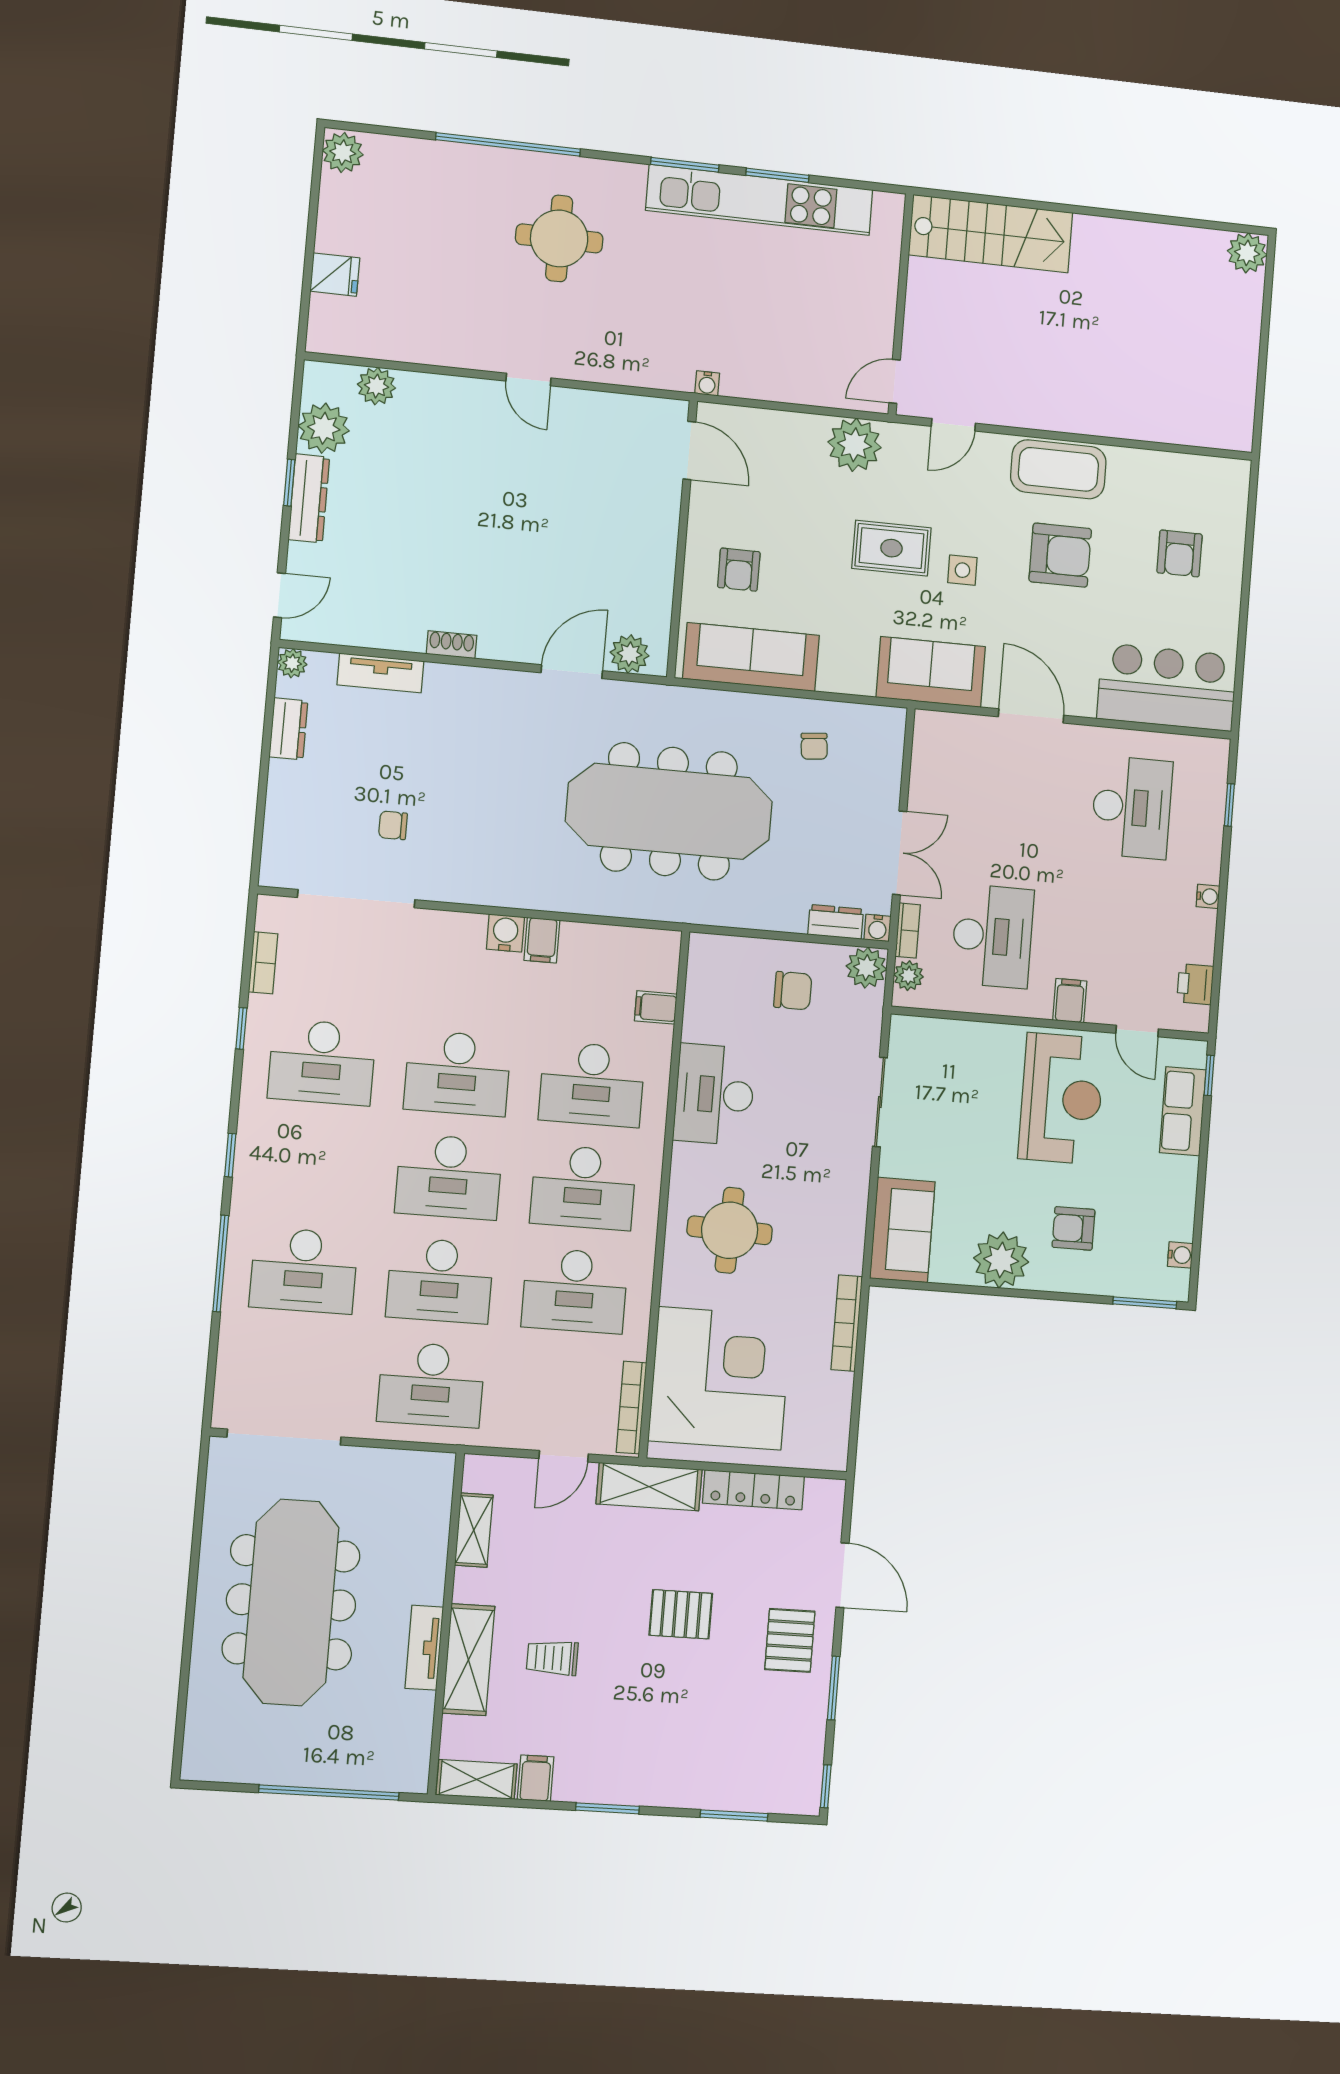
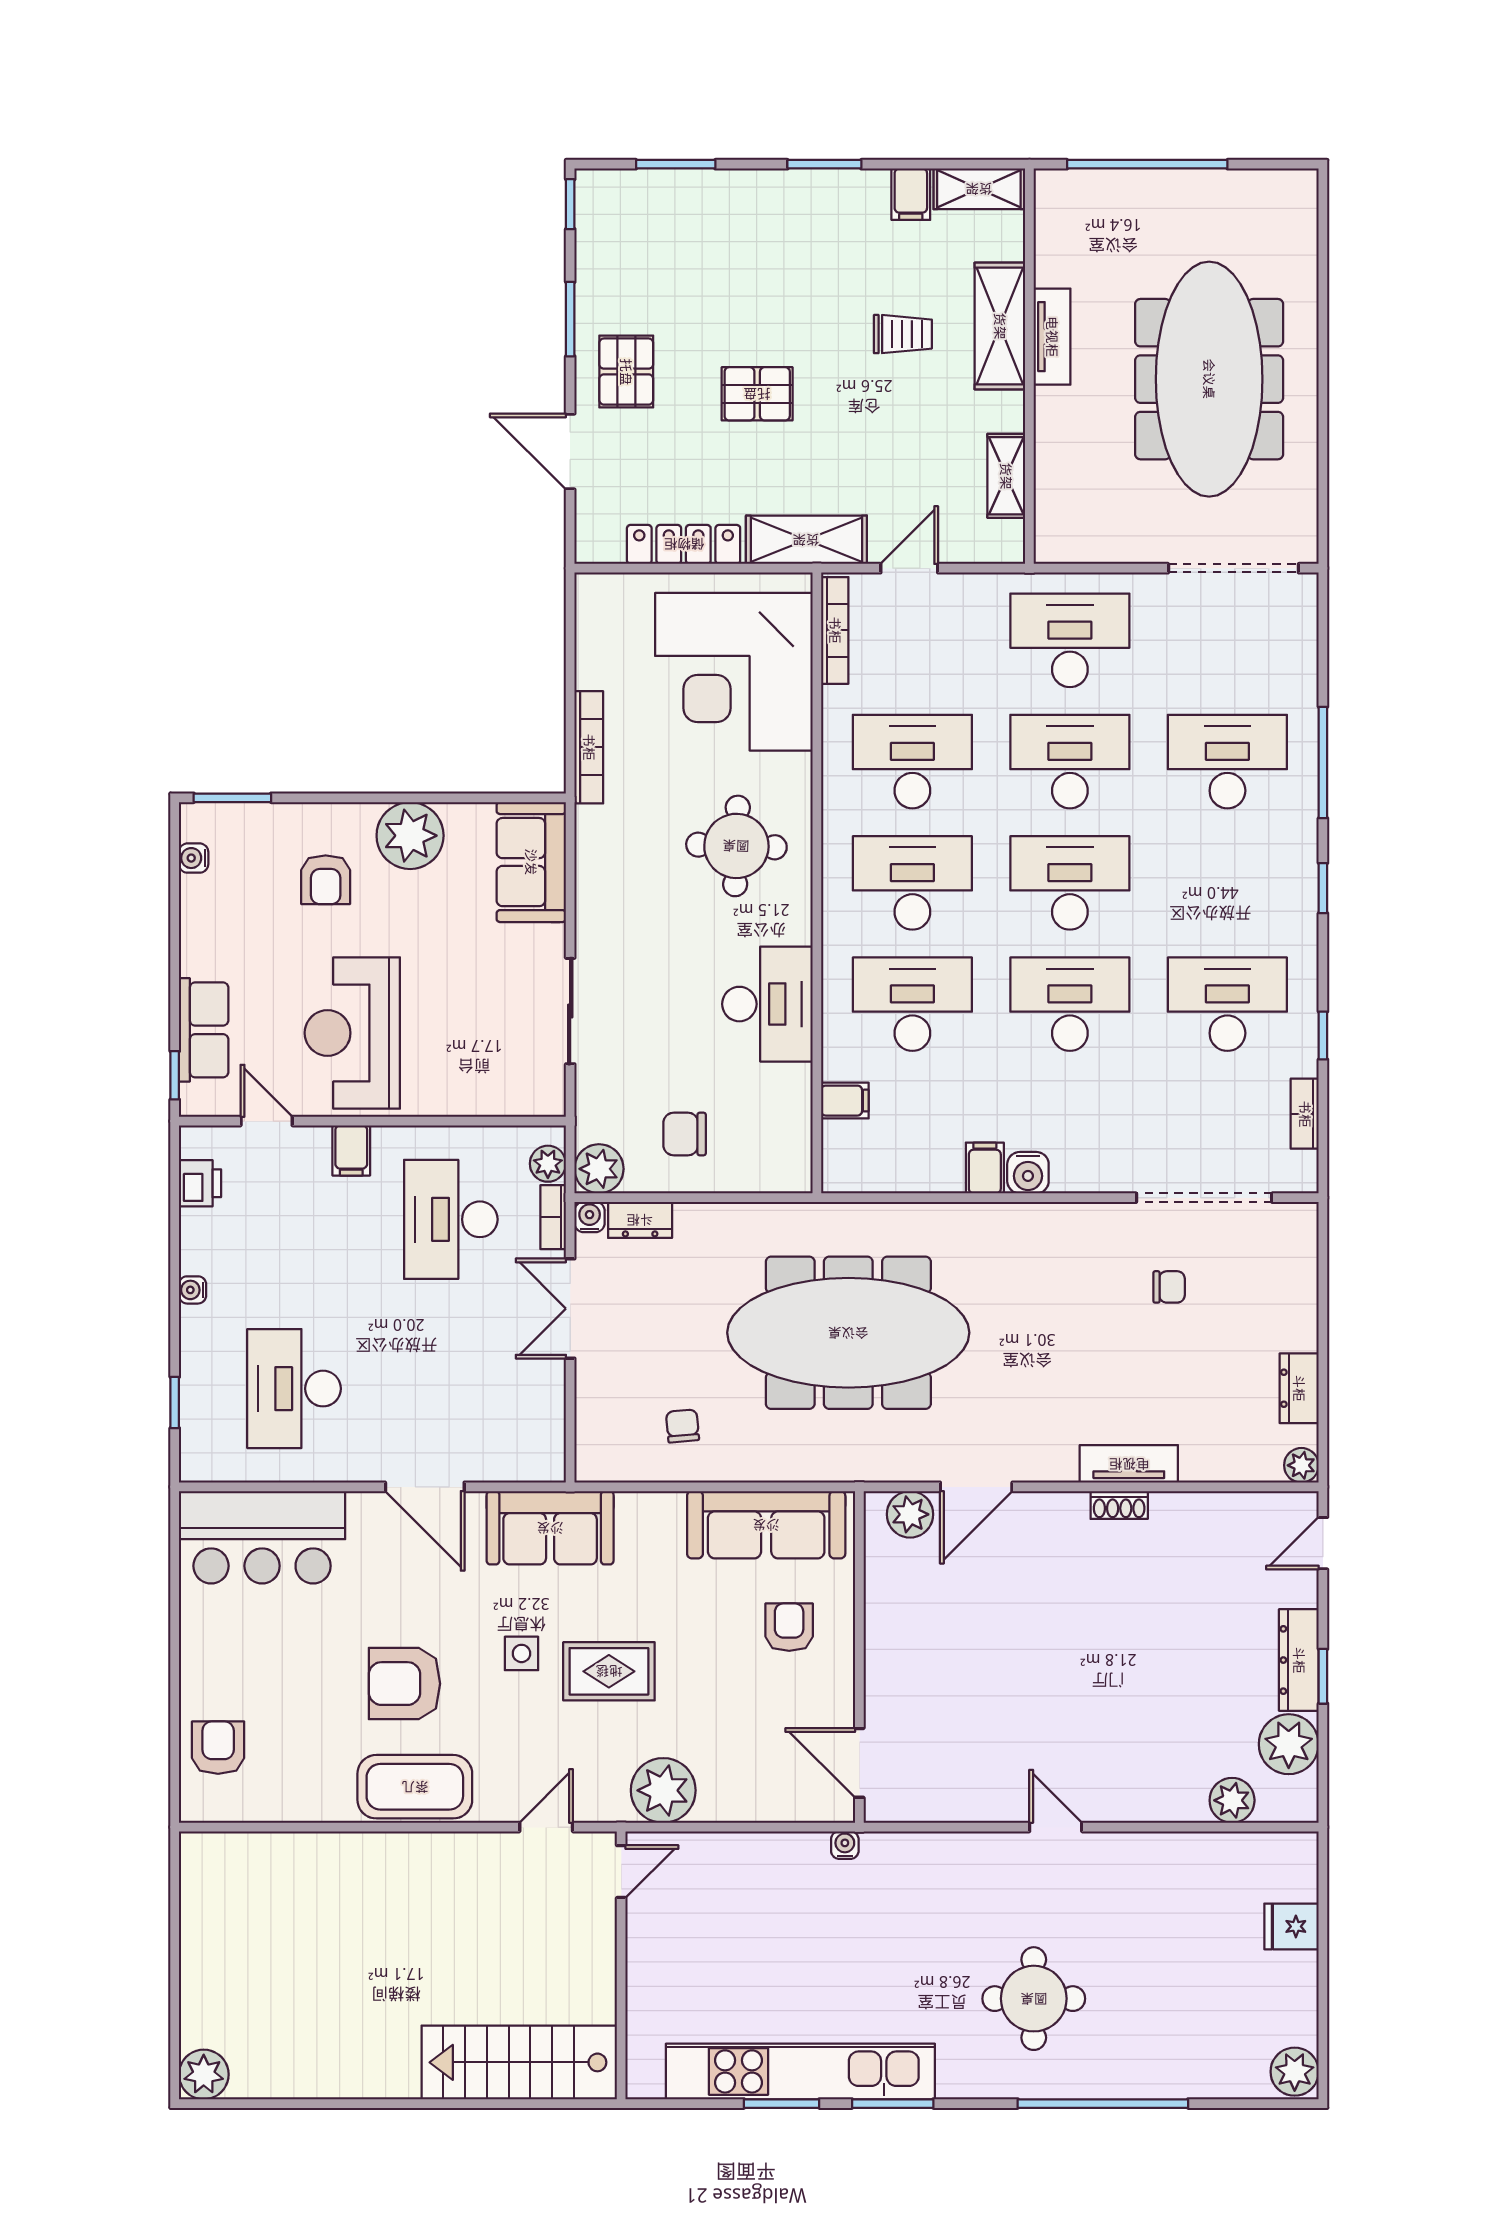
armchair: (1180, 553) -> (218, 1748), moved
tv unit: (380, 673) -> (1129, 1464), moved
armchair: (1073, 1228) -> (326, 880), turned 90

